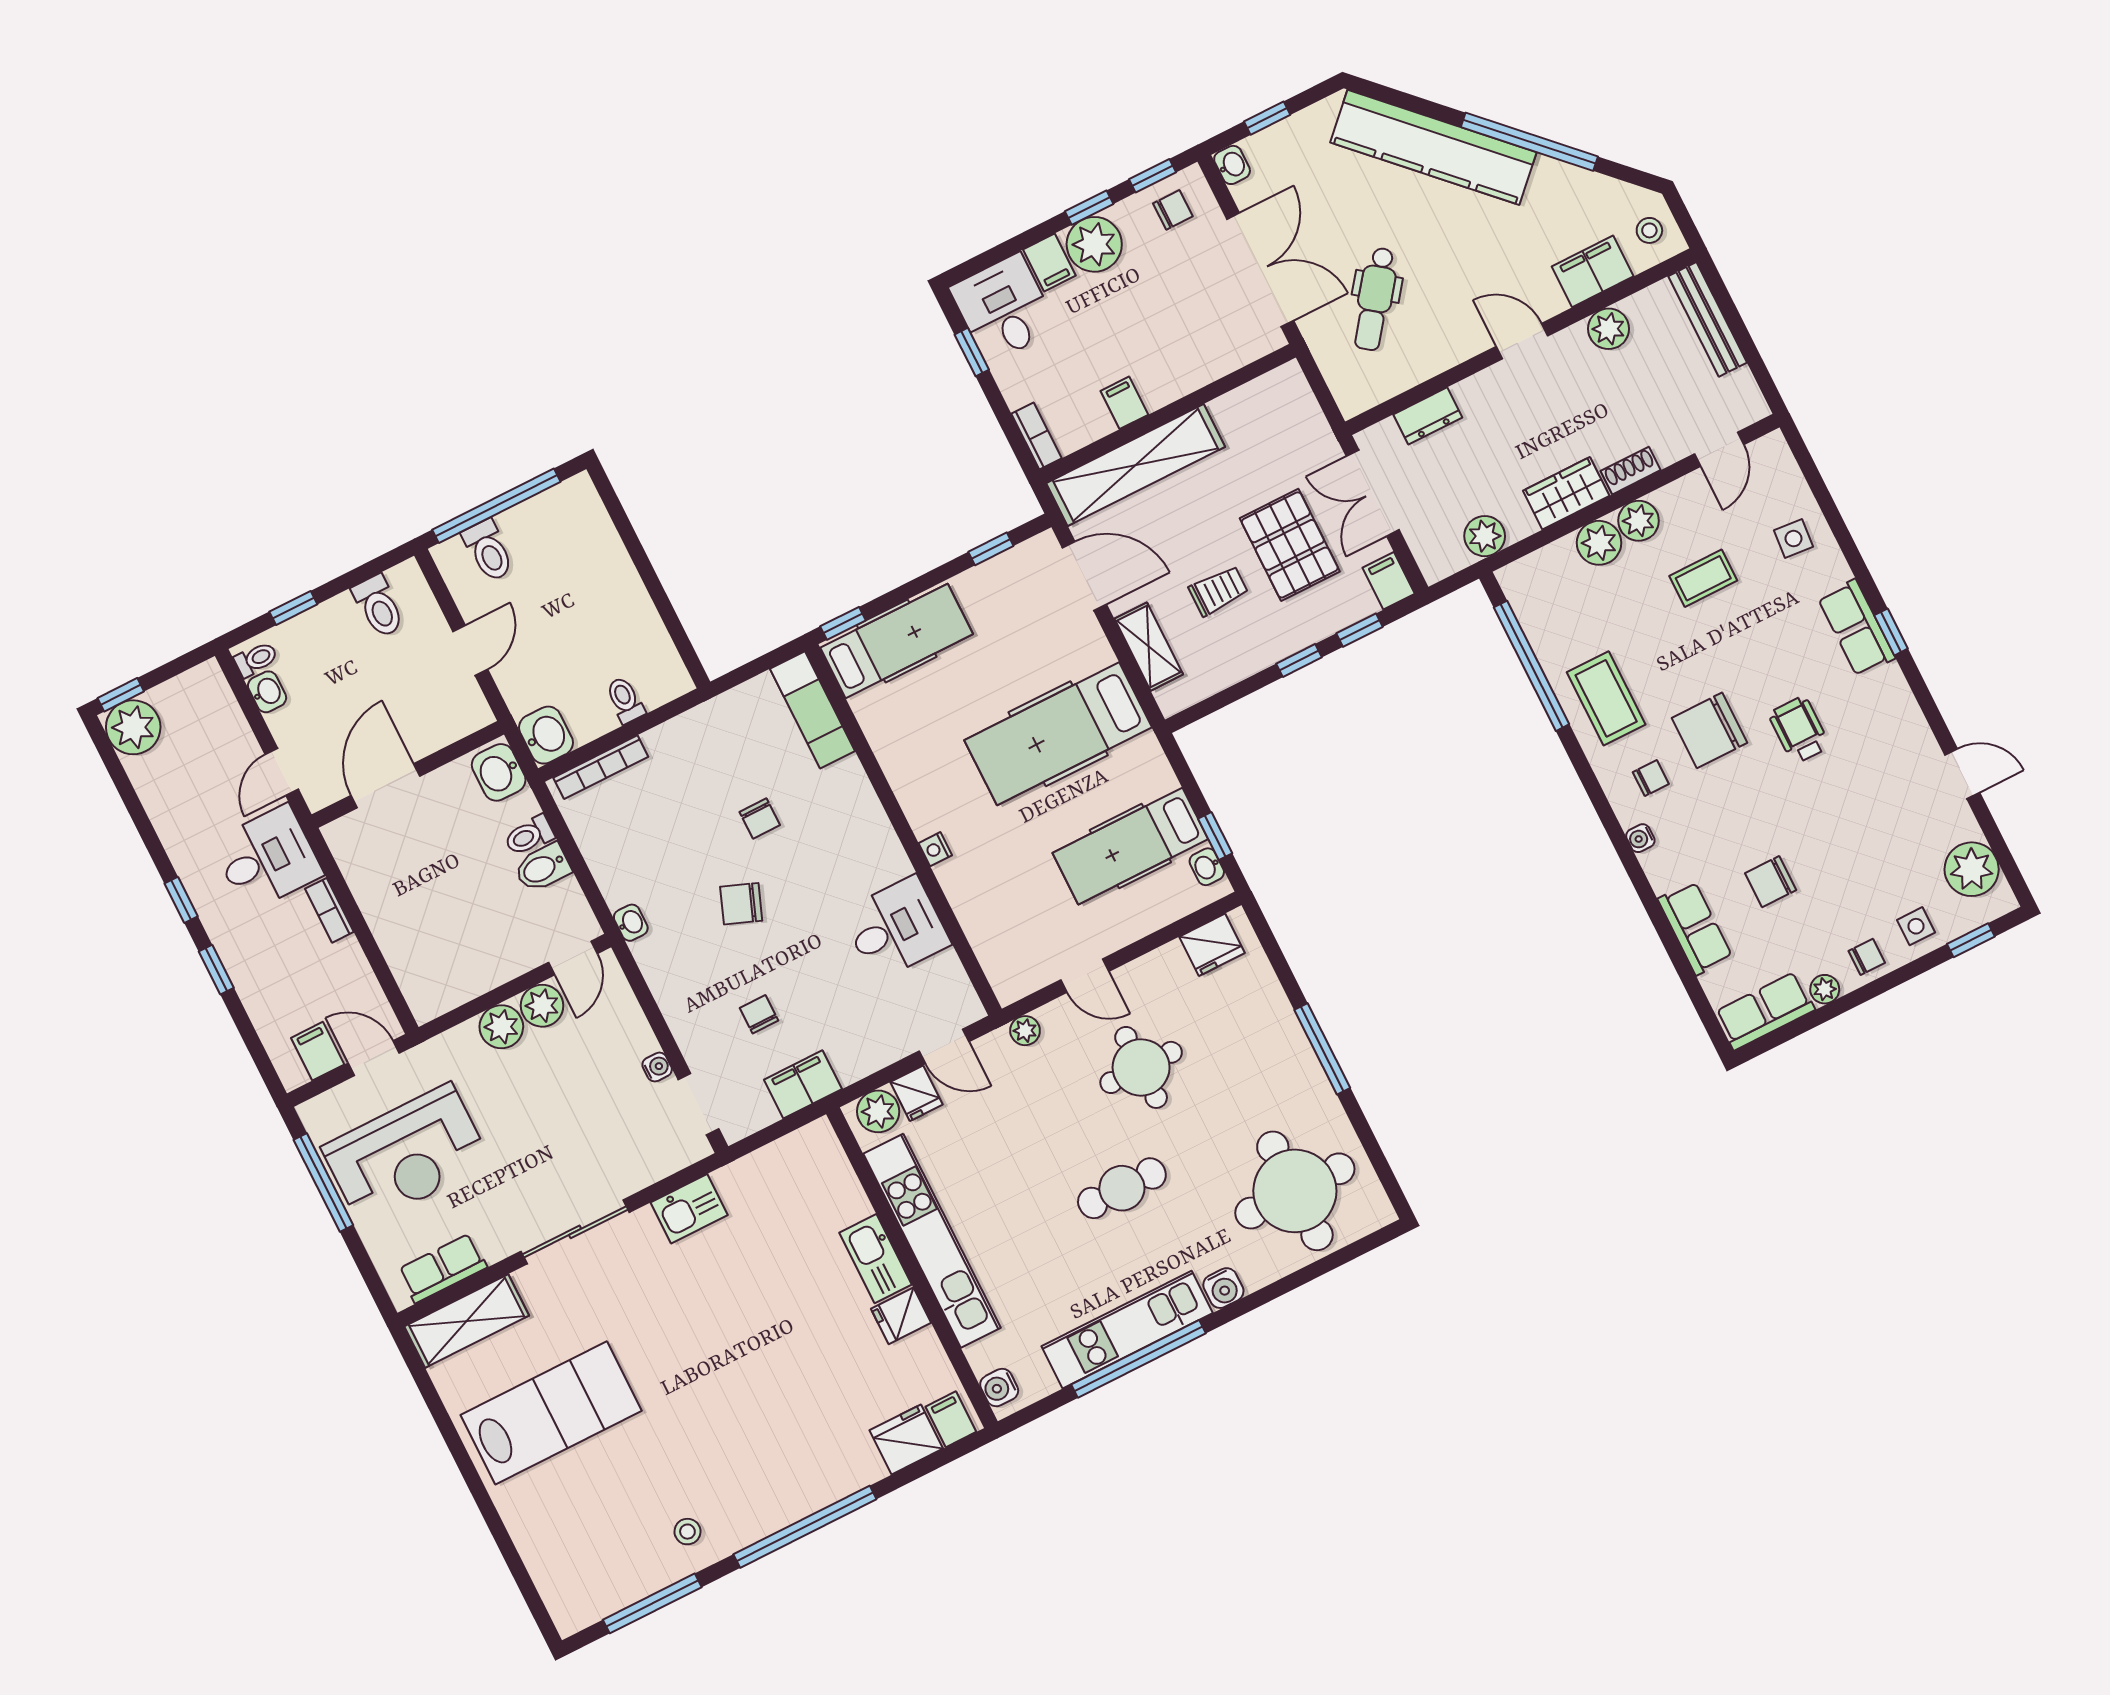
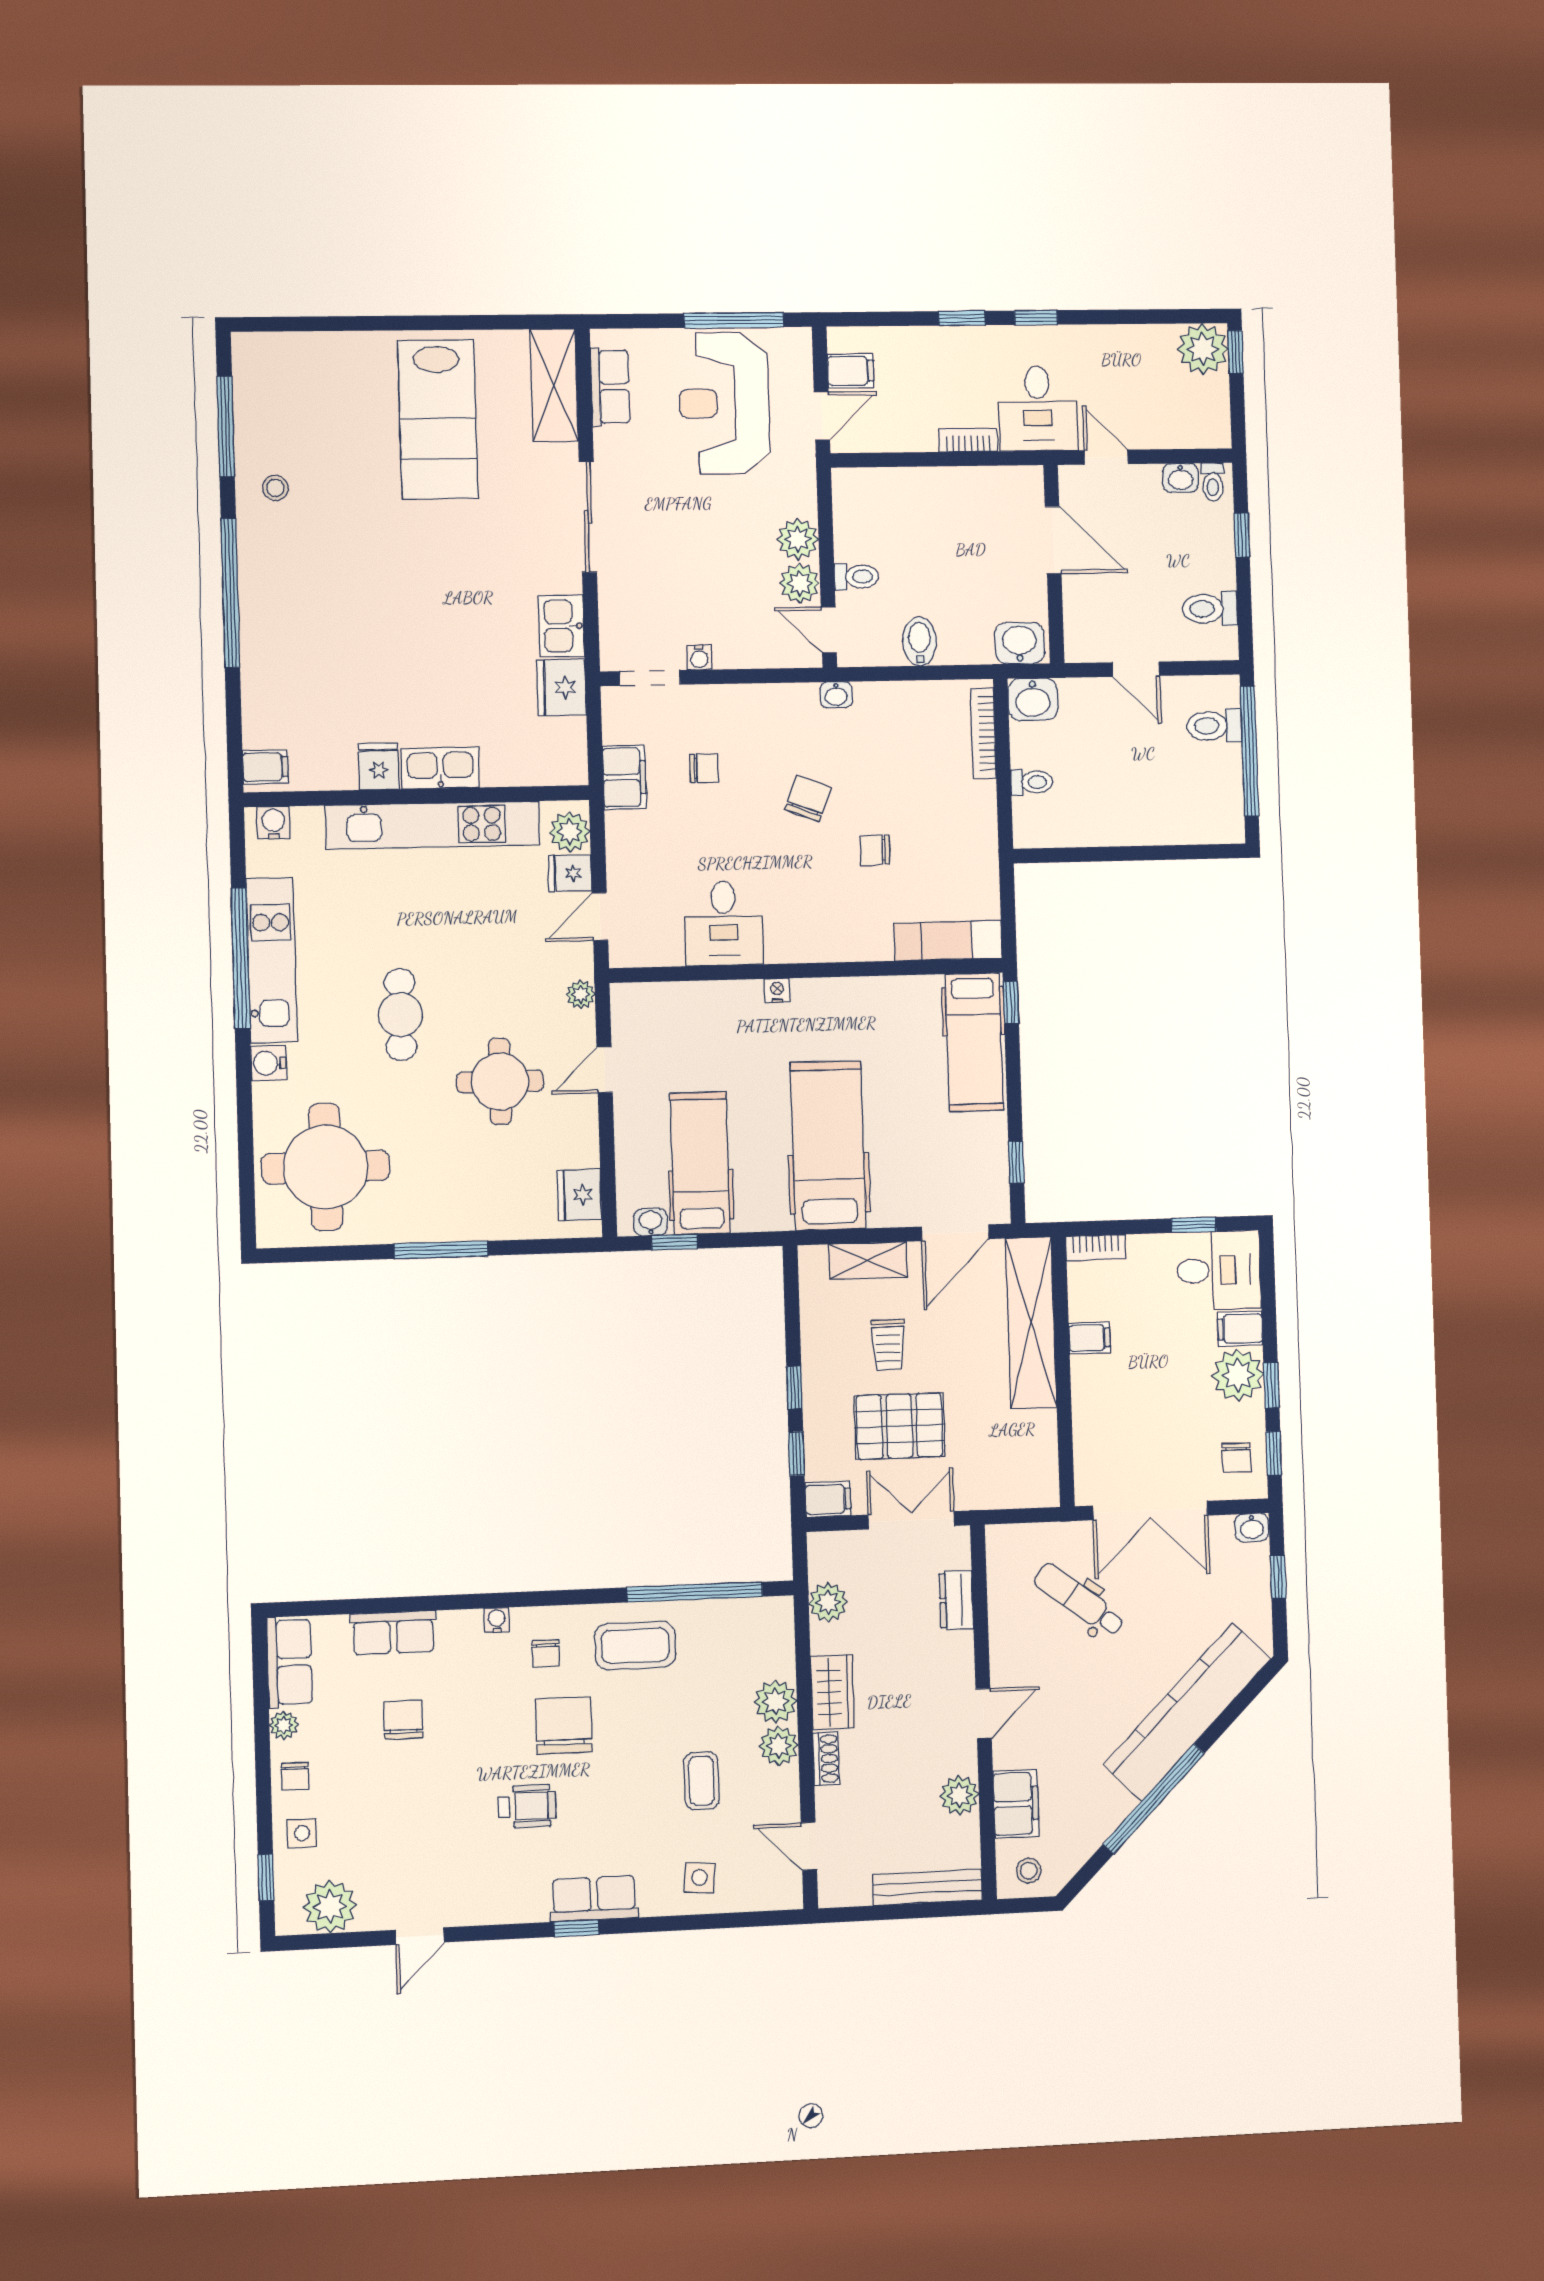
toilet: (529, 835) -> (856, 577), moved, turned 90
fridge: (906, 1439) -> (562, 687), moved, turned 180

